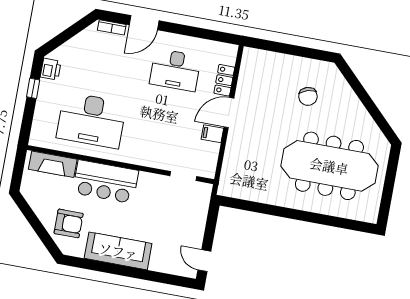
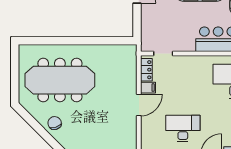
locker: (224, 80) -> (146, 70), moved
chair: (308, 96) -> (55, 123), moved

